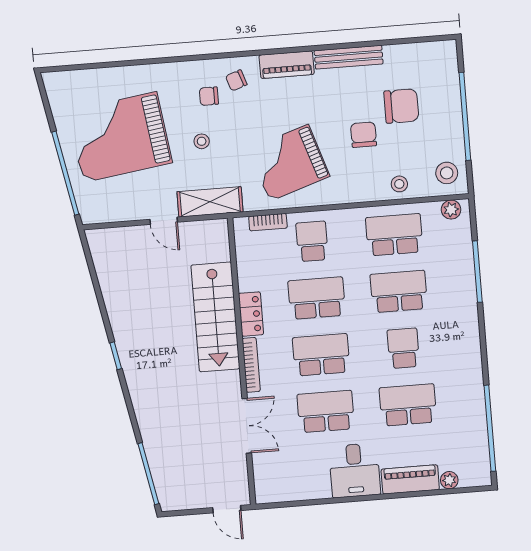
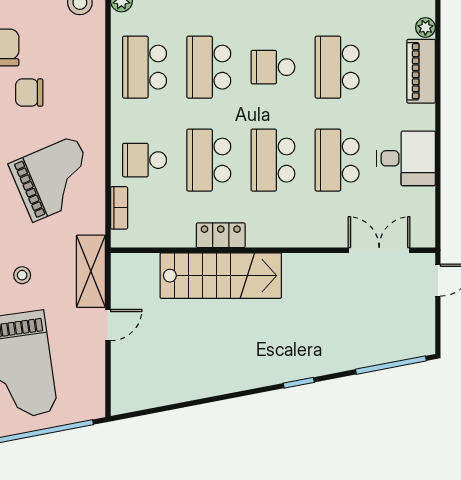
grand piano: (289, 163) -> (54, 179), turned -95
stool: (399, 184) -> (88, 57), removed
window: (116, 356) -> (299, 383), moved
bookcase: (251, 365) -> (278, 240), removed
double door: (247, 426) -> (379, 250), moved
desk: (355, 470) -> (406, 158), moved

